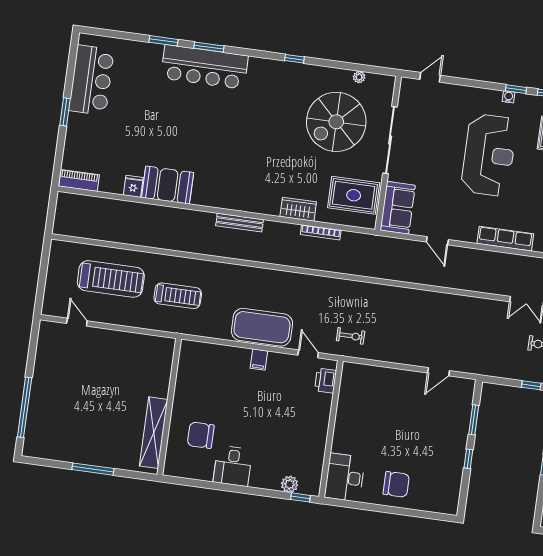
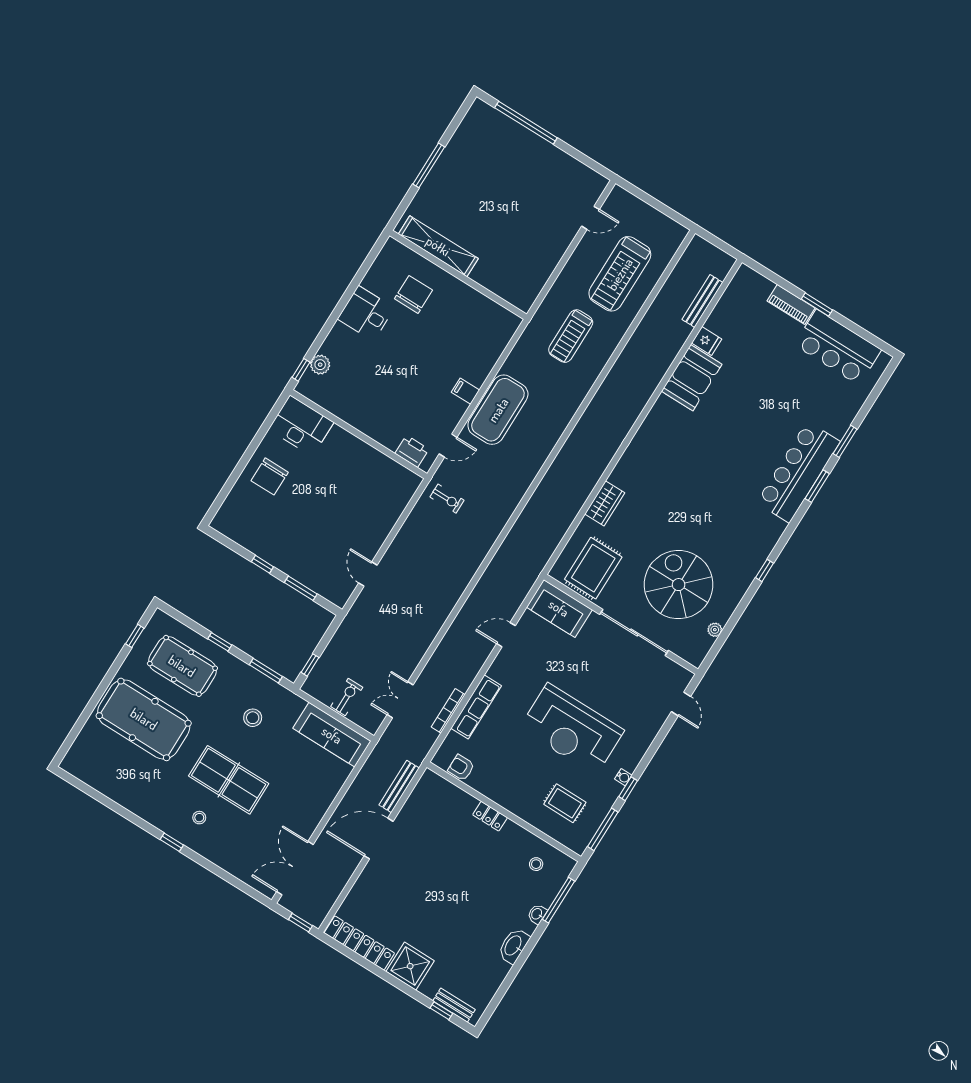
piano: (79, 180) -> (791, 304), moved, turned 90
bench: (240, 223) -> (702, 301), moved
bookcase: (321, 232) -> (448, 711), moved
exercise bike: (351, 336) -> (447, 499), turned -90

